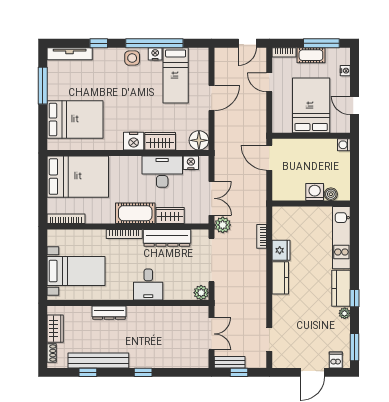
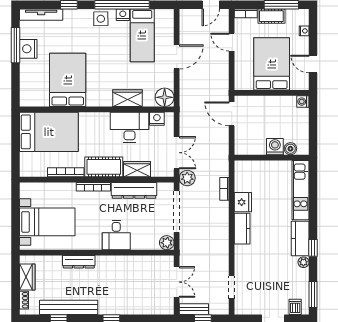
bed: (75, 120) -> (68, 80), moved, turned -90
nightstand: (134, 141) -> (28, 49), moved, turned 90
bookcase: (66, 219) -> (66, 172), moved

